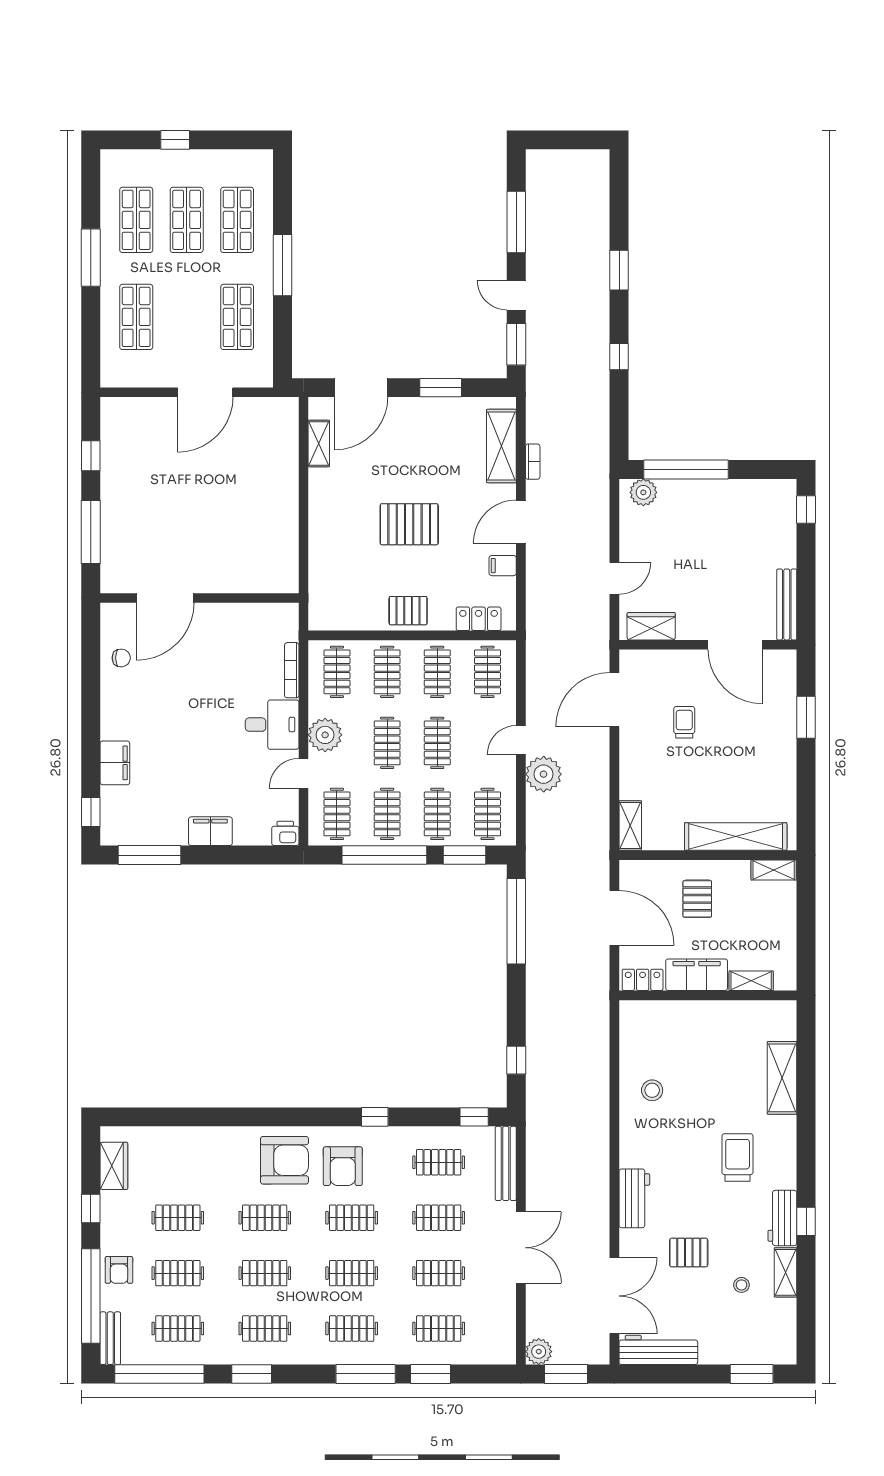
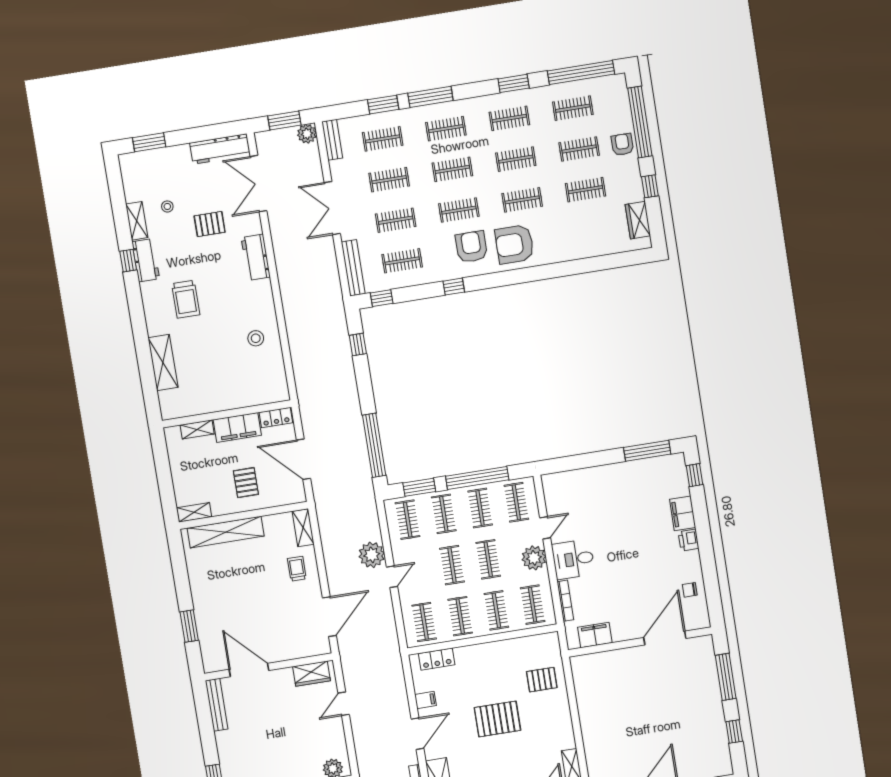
pallet: (408, 611) -> (542, 680), moved
trolley: (684, 722) -> (297, 569), moved, turned 180
filing cabinet: (210, 831) -> (595, 635), moved, turned 180
printer: (285, 833) -> (689, 540), moved, turned 90
bench: (110, 1338) -> (332, 140), moved

